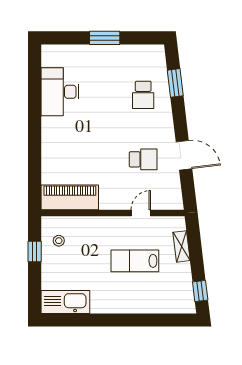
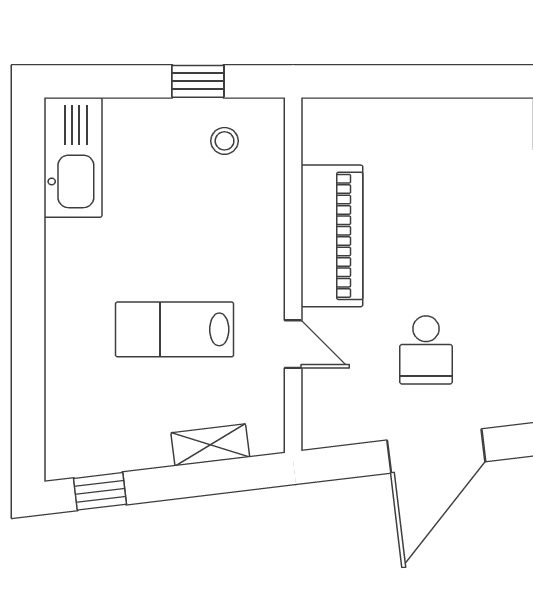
door: (184, 155) -> (436, 451), width x1.36
piano: (70, 197) -> (332, 236), moved
lab bench: (135, 261) -> (175, 329), turned -90

